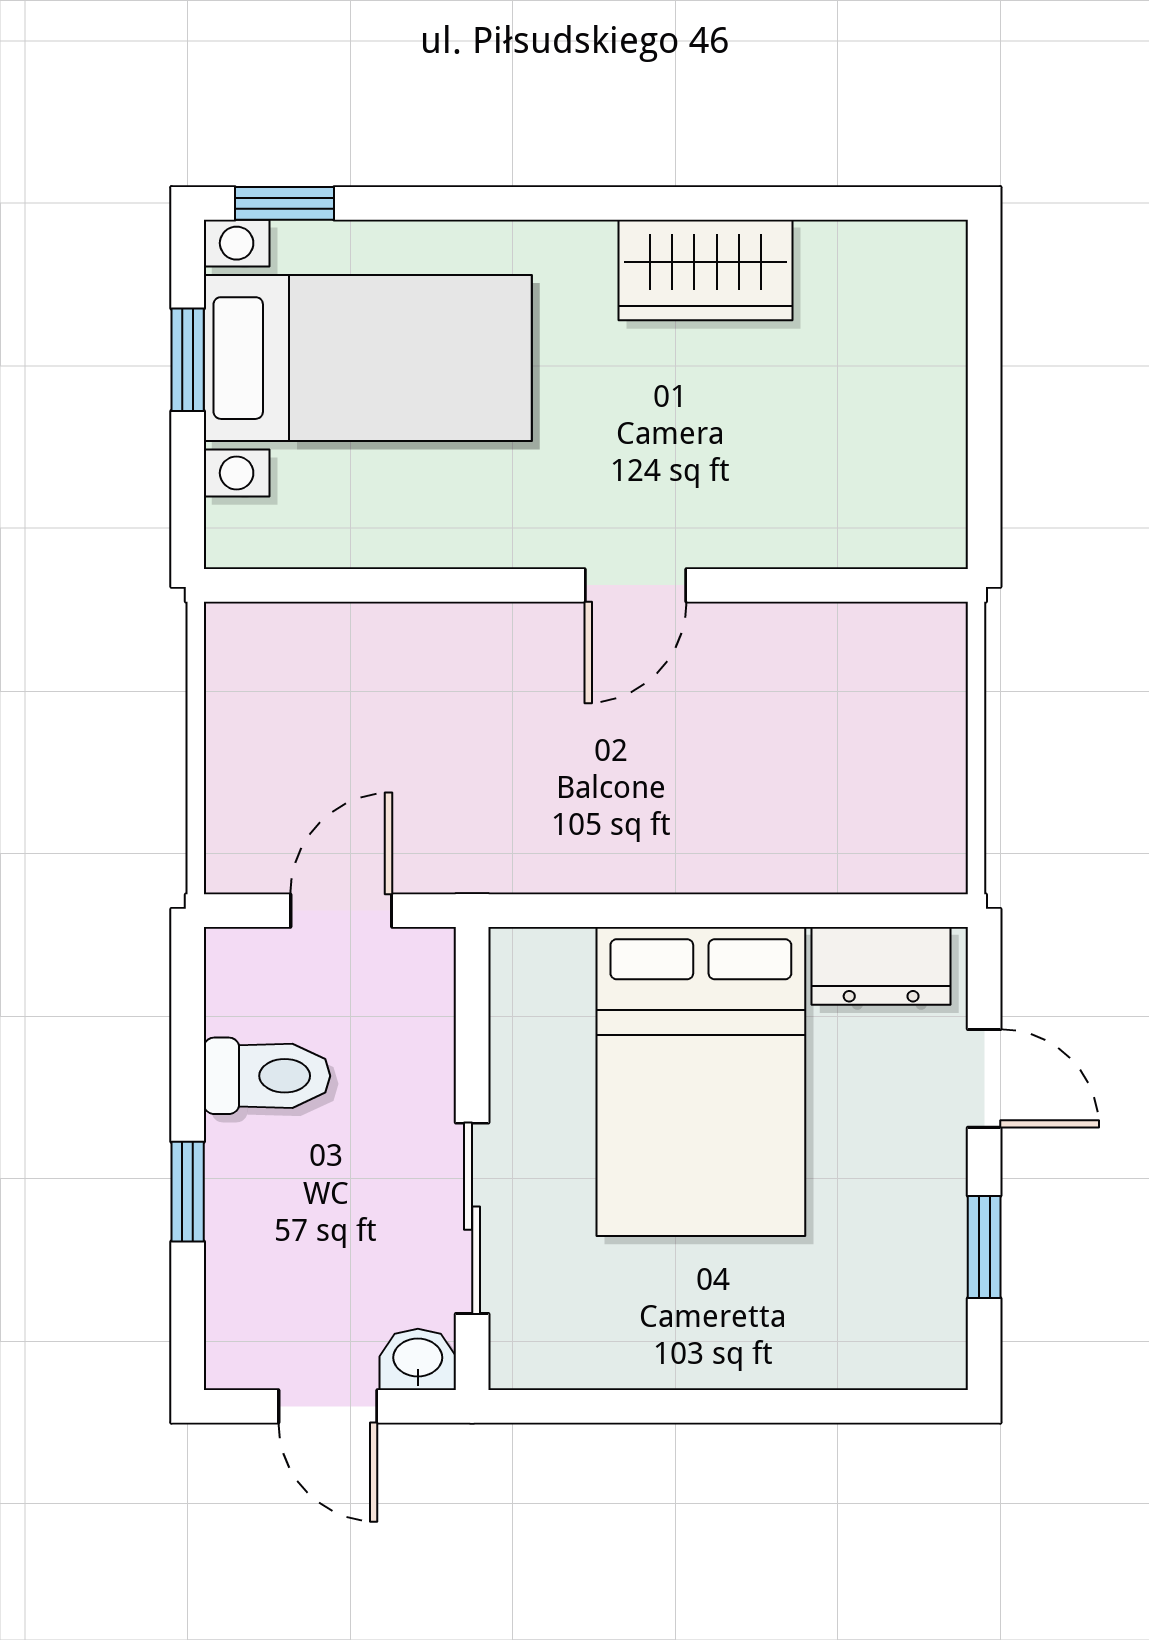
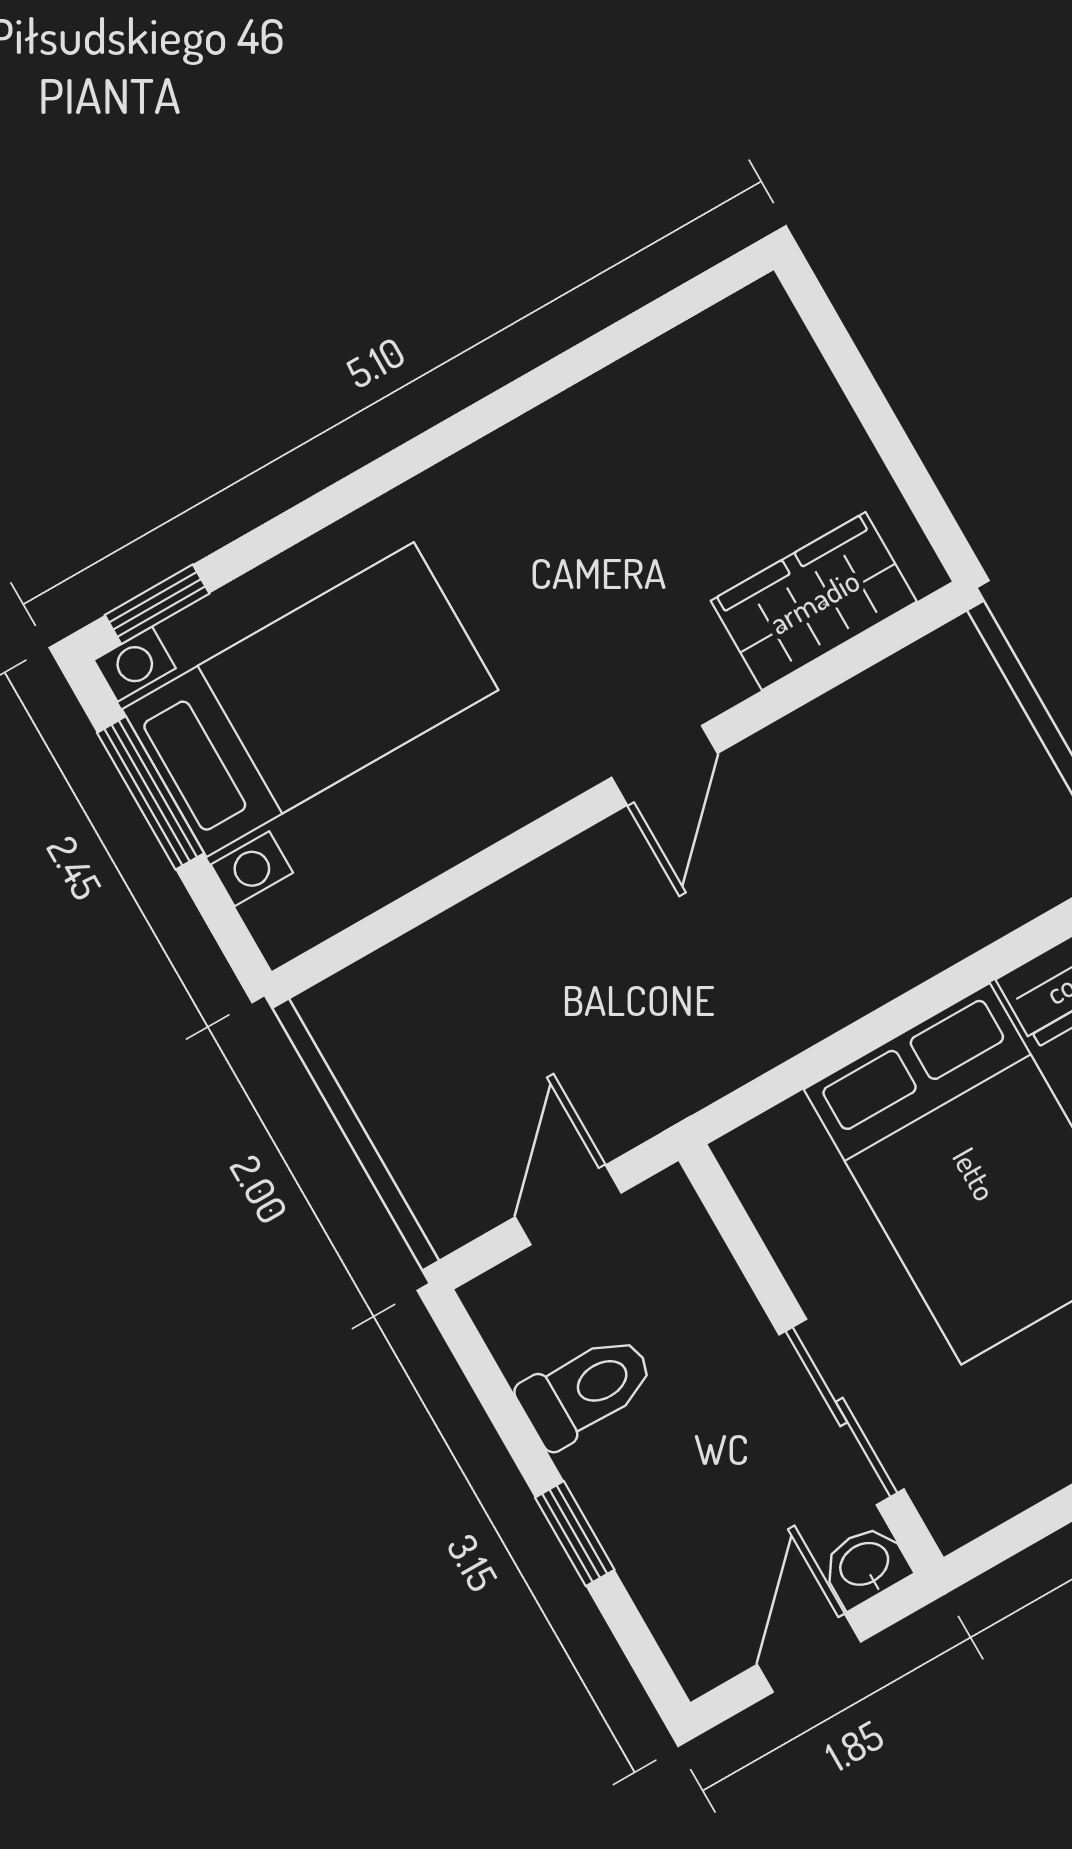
wardrobe: (705, 270) -> (814, 601), moved, turned 180
window: (188, 360) -> (151, 793), width x1.50
door: (328, 1406) -> (809, 1653), swing flipped

